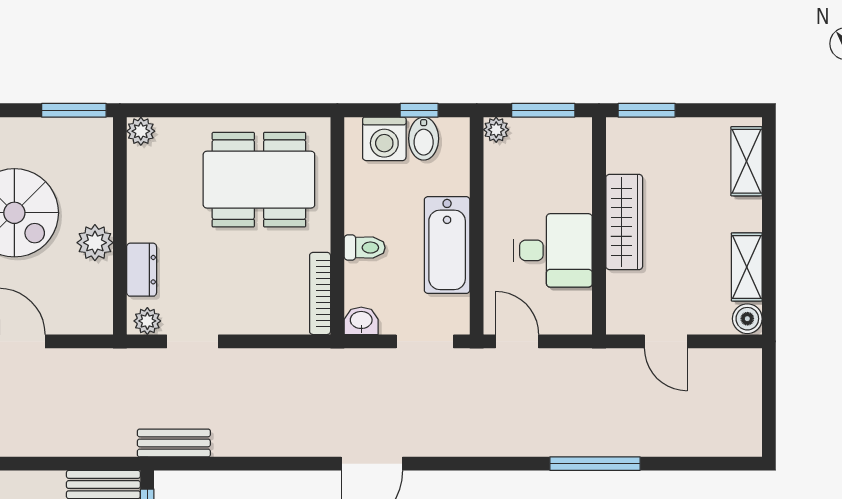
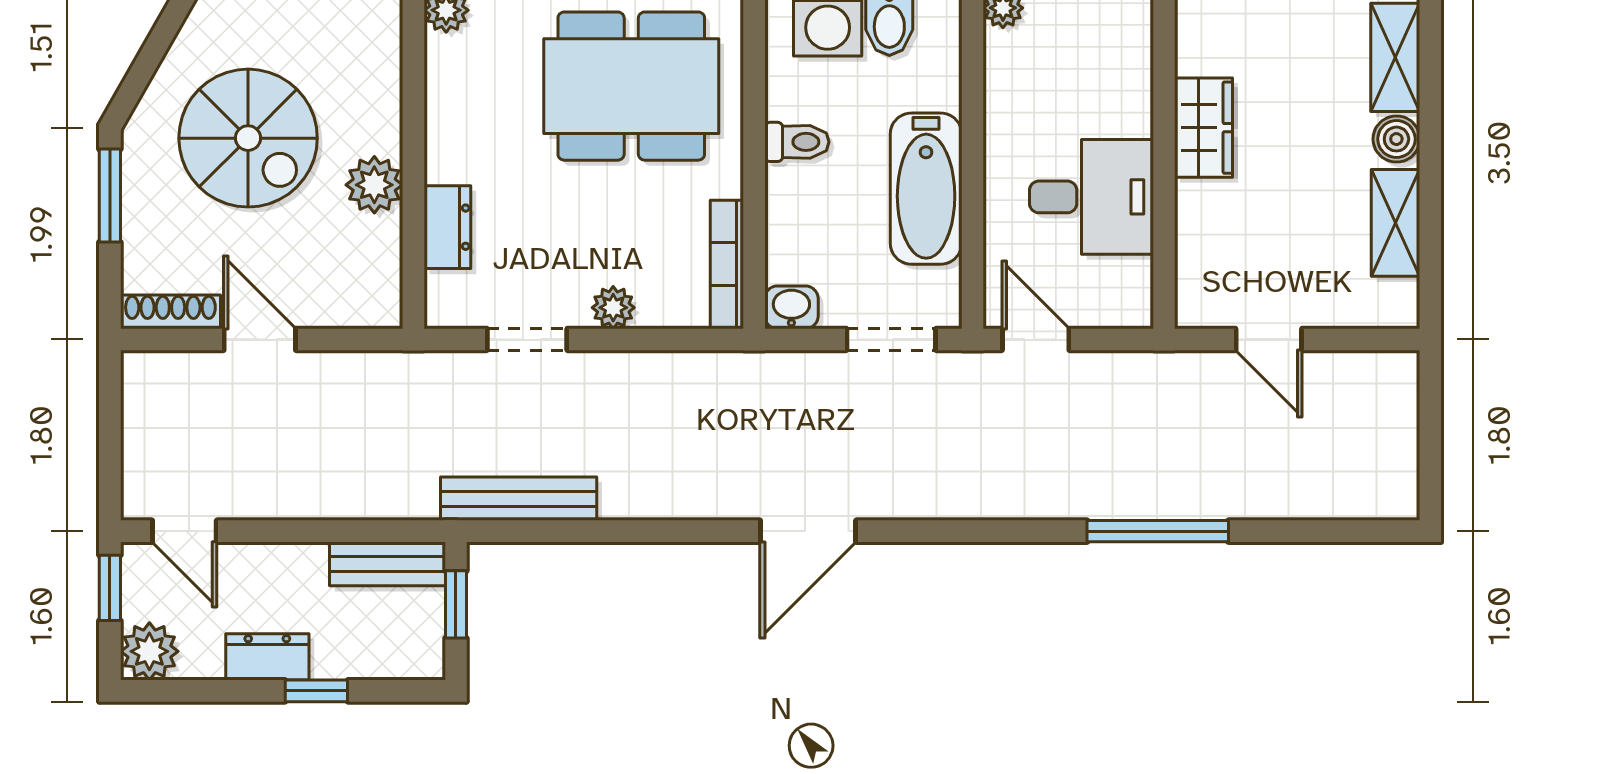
wardrobe: (624, 222) -> (1204, 128), width x0.67
toilet: (365, 248) -> (797, 142), moved
boiler: (747, 319) -> (1396, 139), moved
plant: (147, 321) -> (613, 308), moved
bench: (174, 443) -> (519, 499), width x1.36

